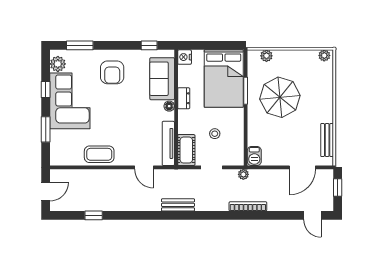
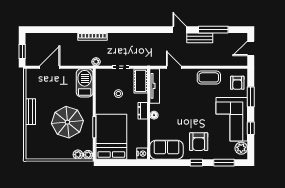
window: (149, 45) -> (196, 163), moved
plant: (324, 55) -> (88, 155), moved
armchair: (112, 72) -> (199, 142), turned 180
sofa: (162, 79) -> (167, 150), moved, turned -90
dresser: (184, 98) -> (143, 111), moved
bench: (327, 140) -> (30, 112), moved
armchair: (63, 147) -> (237, 83), added
barbecue: (254, 156) -> (85, 83), width x1.88, depth x1.53
bench: (178, 205) -> (200, 38), moved
window: (94, 215) -> (213, 30), width x2.17
door: (312, 215) -> (180, 30), moved

